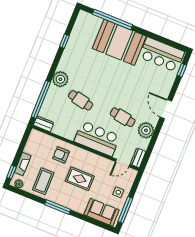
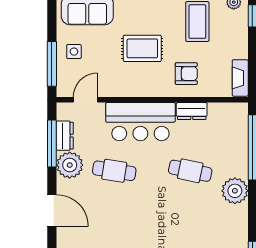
dresser: (44, 124) -> (192, 111), moved
window: (151, 146) -> (52, 143), added
dresser: (138, 158) -> (65, 136), moved
fireplace: (23, 164) -> (240, 78), moved
window: (125, 210) -> (52, 64), moved

